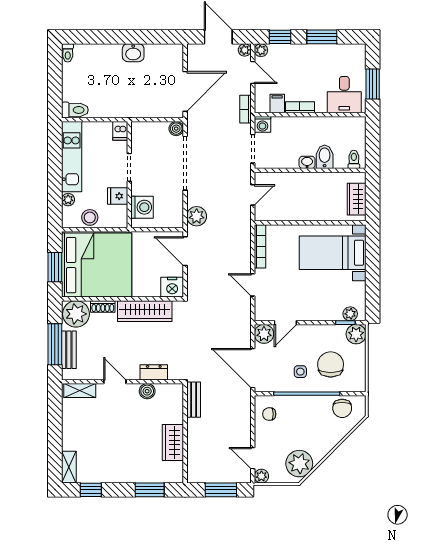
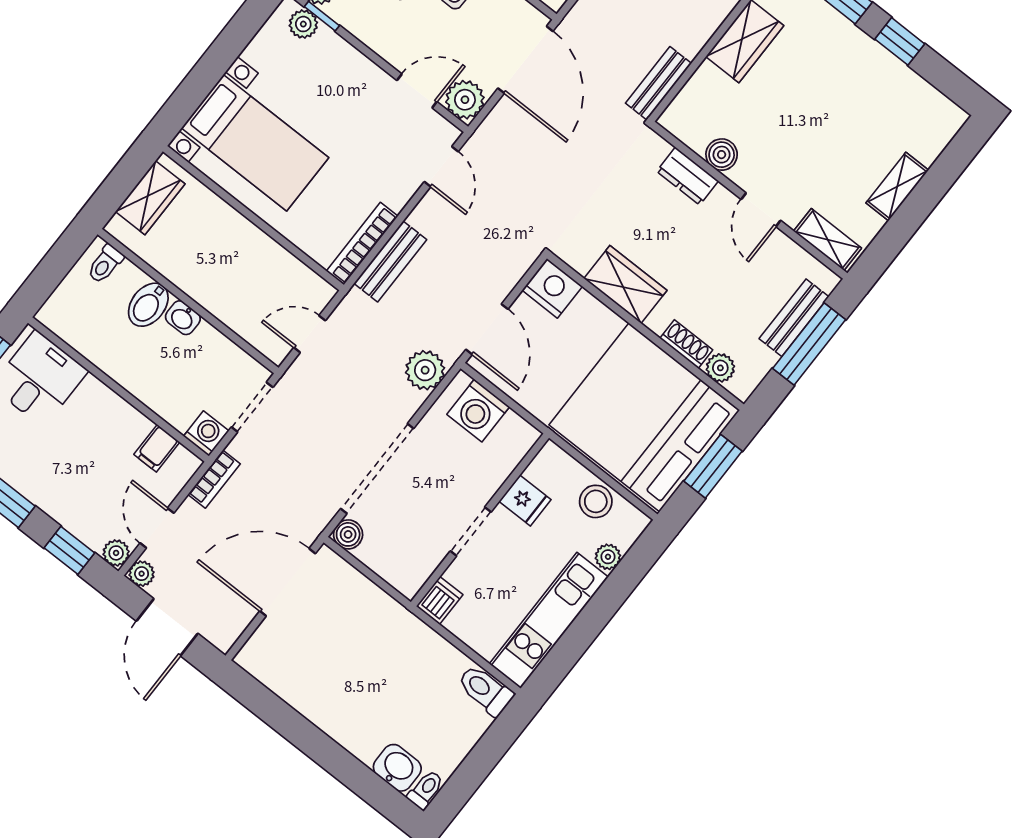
washbasin: (133, 53) -> (397, 768), moved
bookcase: (300, 107) -> (125, 414), removed
washing machine: (142, 207) -> (478, 411), moved, turned -90
bench: (243, 248) -> (390, 261), added
door: (253, 285) -> (441, 167), moved
wardrobe: (145, 311) -> (625, 284), width x0.67
plant: (76, 314) -> (720, 368), width x0.53, depth x0.53
shelving: (69, 467) -> (897, 187), moved
window: (91, 490) -> (900, 41), moved

